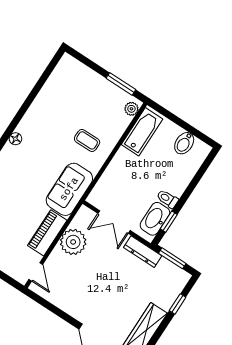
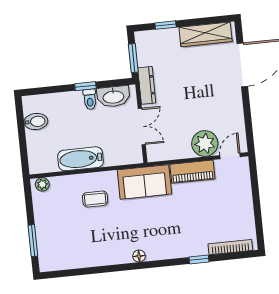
window: (121, 84) -> (33, 241), moved
bathtub: (142, 132) -> (81, 159), moved
coffee table: (87, 140) -> (95, 199), turned 90
window: (169, 222) -> (85, 86), moved
plant: (73, 242) -> (205, 144), moved

